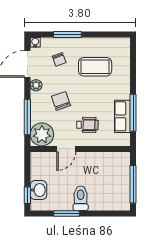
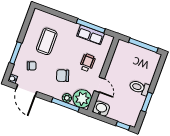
plant: (36, 85) -> (67, 98), moved
washbasin: (38, 190) -> (101, 109), moved

